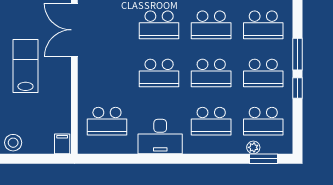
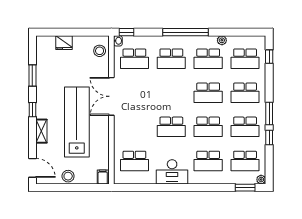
school desk: (159, 25) -> (171, 93), removed
lab bench: (25, 66) -> (77, 122), width x1.86, depth x1.39
plant: (253, 147) -> (261, 180), moved

